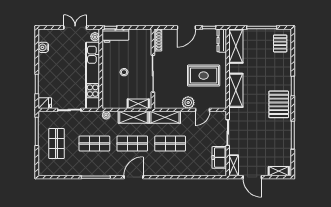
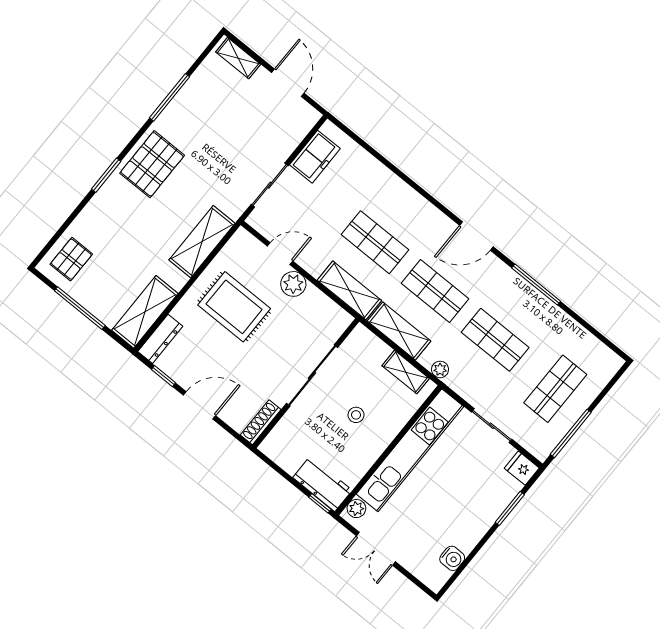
shelving: (138, 104) -> (406, 372), moved
shelving: (234, 165) -> (302, 126), removed

